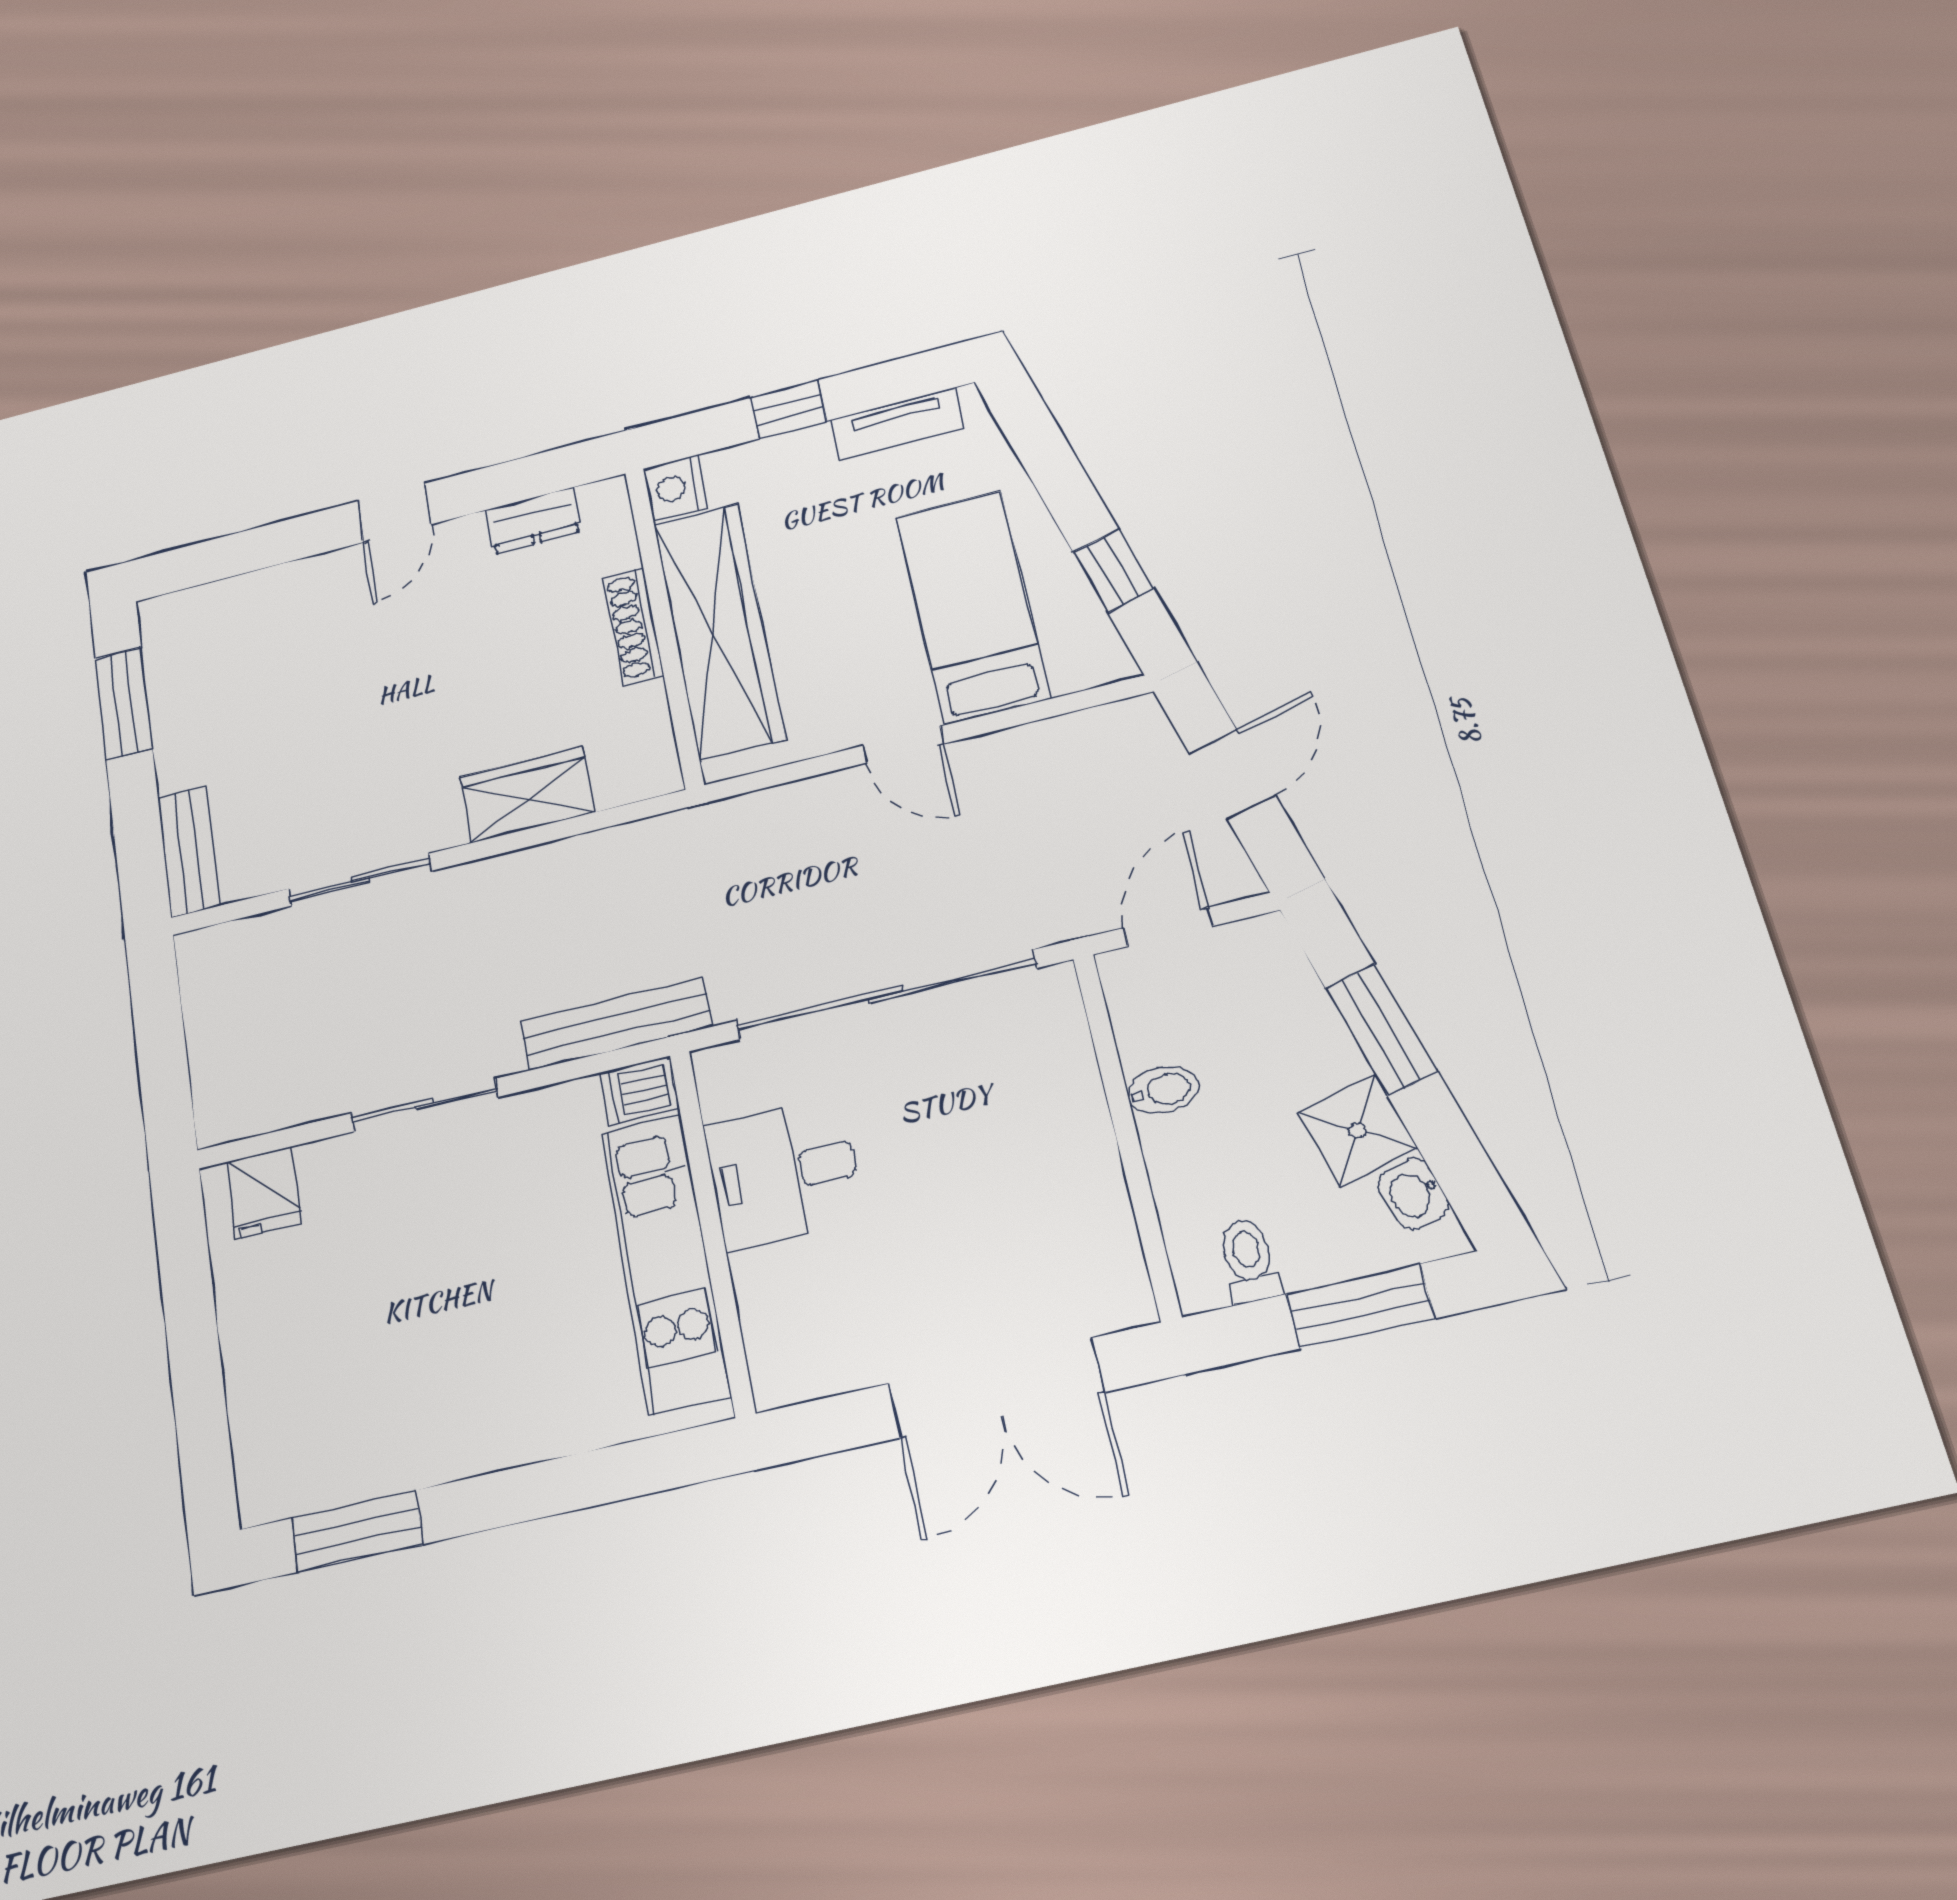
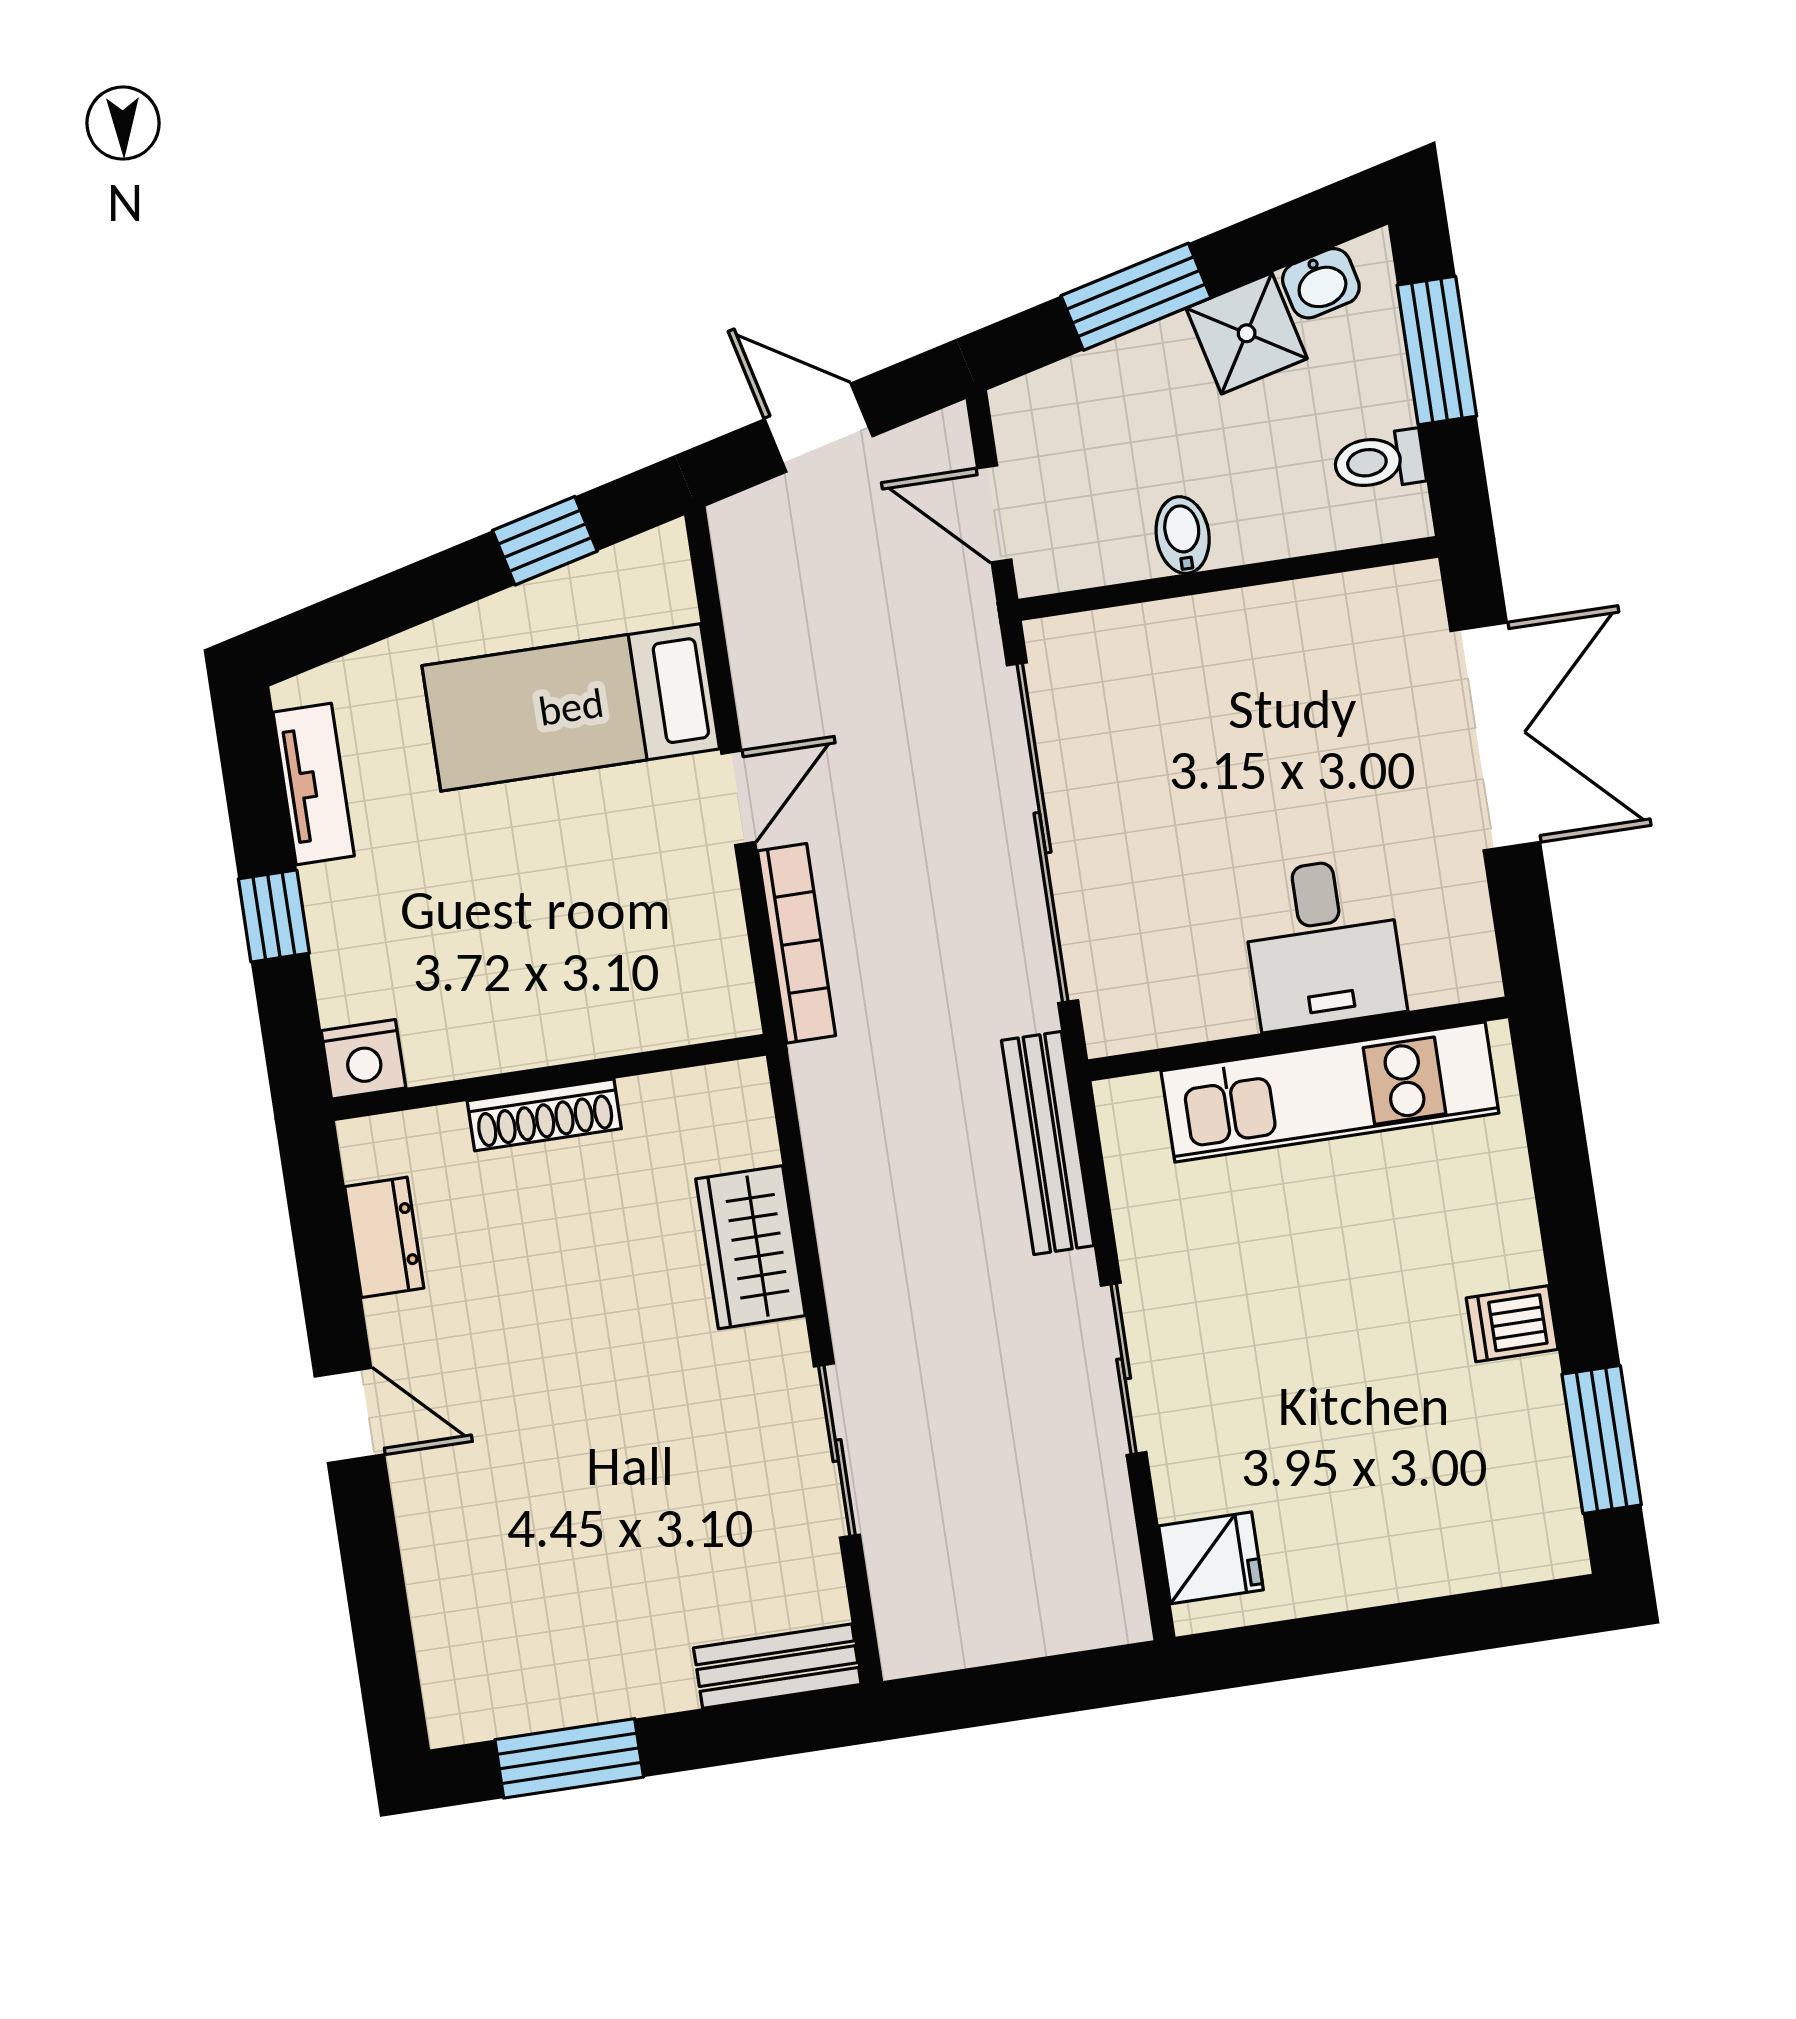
wardrobe: (719, 630) -> (564, 1011), removed
bookcase: (781, 804) -> (797, 943), added
dishwasher: (639, 1091) -> (1512, 1324), moved, turned 90
desk: (784, 1173) -> (1323, 943), moved

